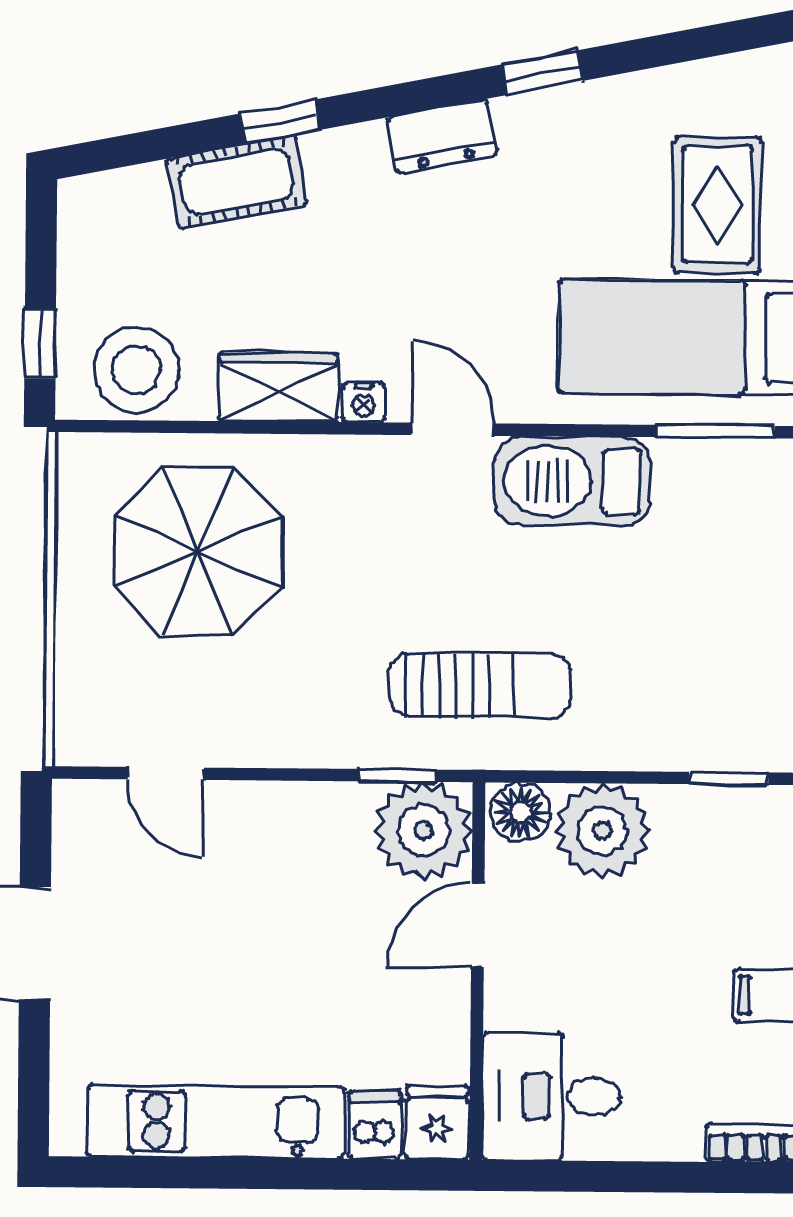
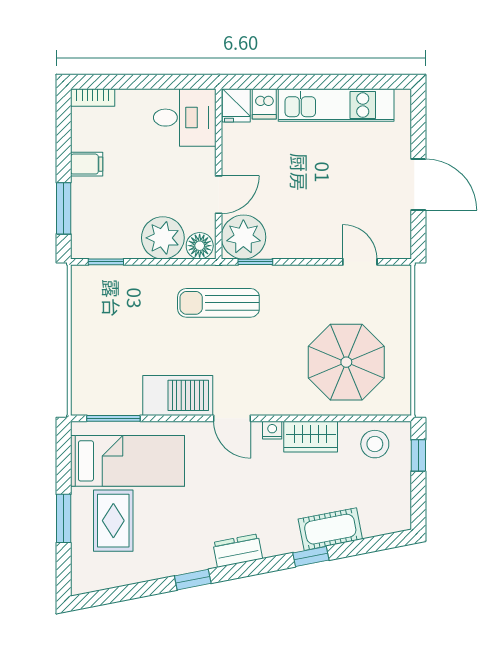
stool: (136, 370) -> (375, 444), width x0.73, depth x0.73

